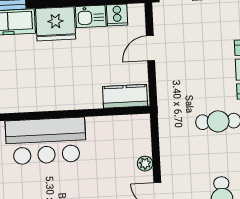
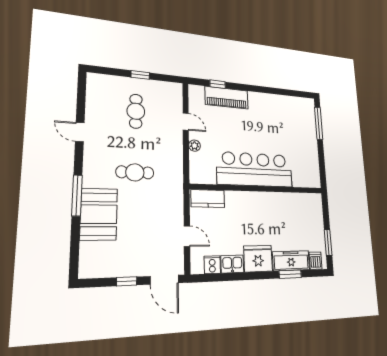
door: (151, 48) -> (187, 236), hinge flipped
bar counter: (46, 141) -> (255, 170), width x1.36

